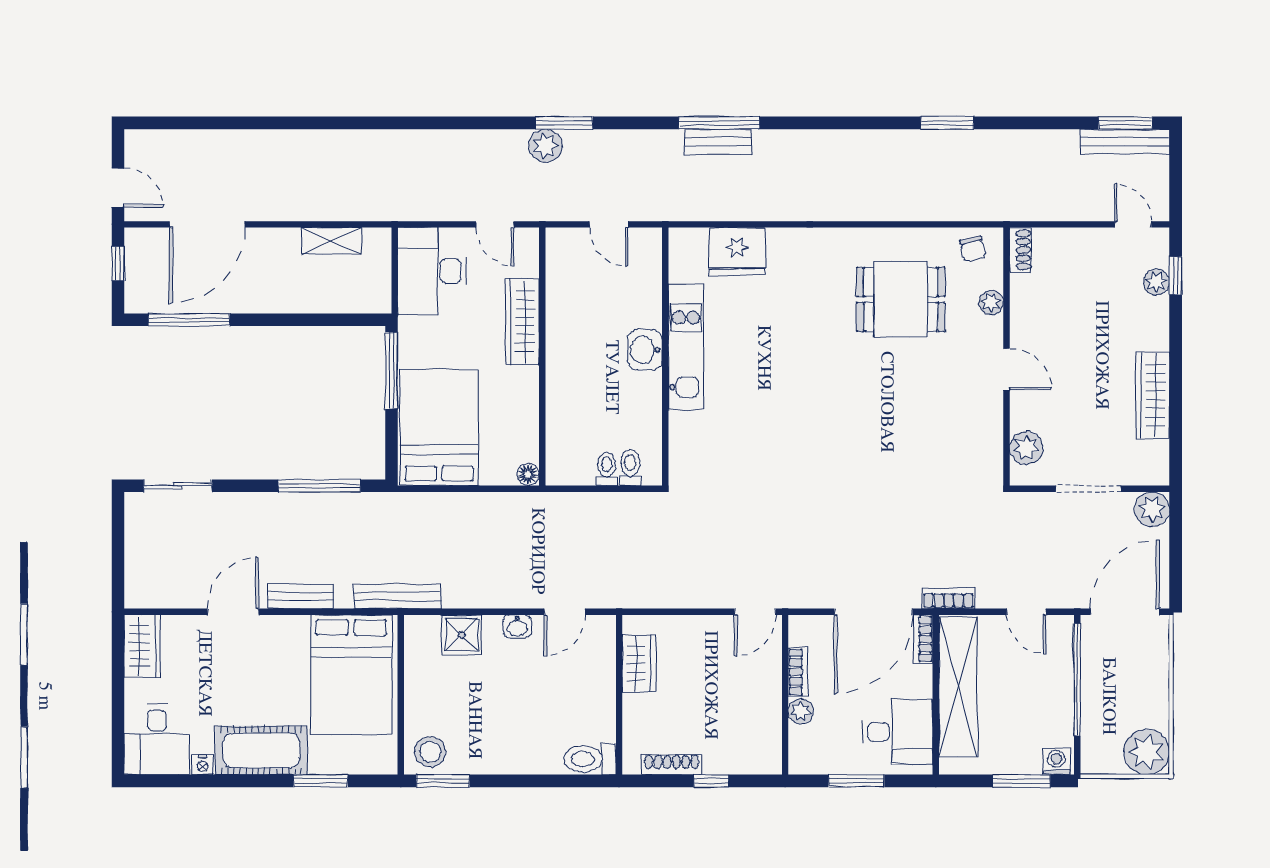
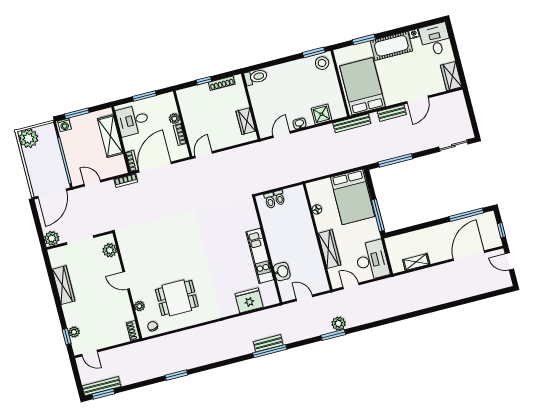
washbasin: (645, 350) -> (282, 272), moved
floor lamp: (528, 475) -> (317, 209), moved
shelving: (958, 687) -> (110, 136), width x0.68

